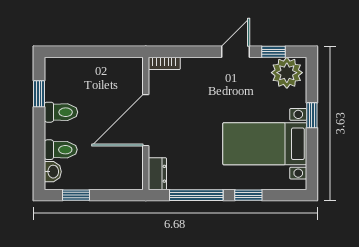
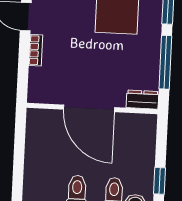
bookcase: (164, 63) -> (36, 50), moved

